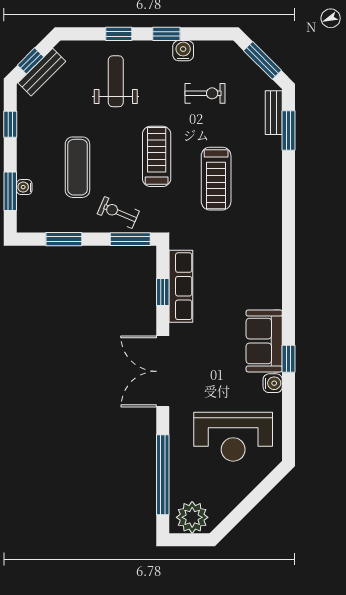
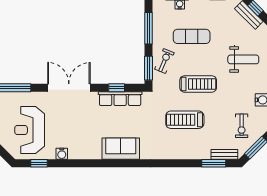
exercise bike: (205, 93) -> (242, 126), moved
window: (64, 239) -> (148, 28), width x1.44
sofa: (264, 341) -> (121, 149), moved
window: (289, 359) -> (39, 163), moved

